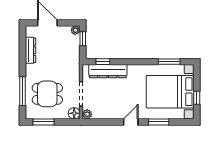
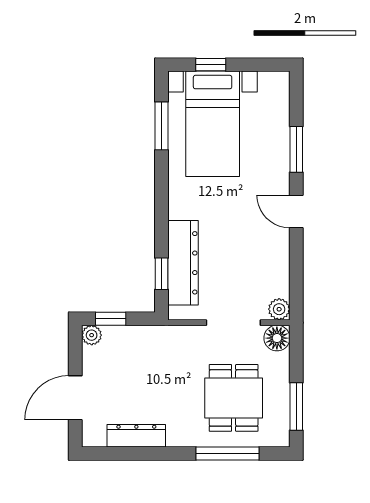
bed with nightstands: (170, 92) -> (213, 124), width x0.73
window: (197, 98) -> (211, 65), moved

